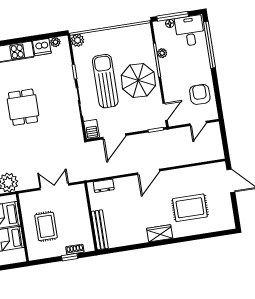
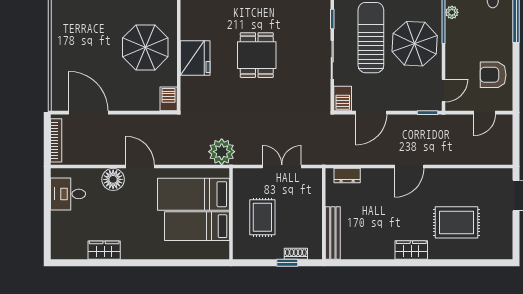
armchair: (200, 94) -> (493, 75), turned -90

